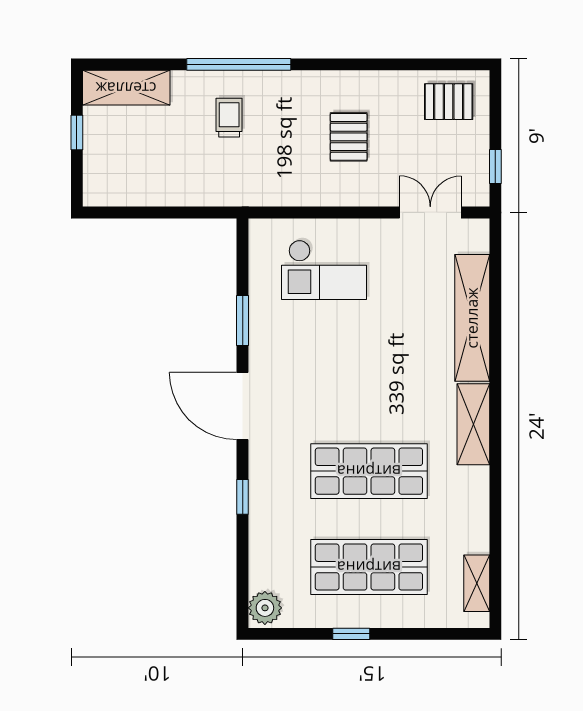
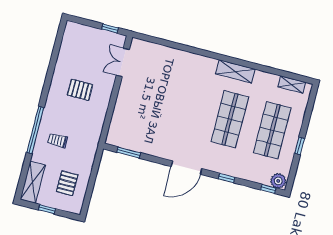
pallet: (449, 102) -> (67, 183), moved
checkout: (324, 270) -> (136, 116), removed
shelving: (472, 318) -> (174, 56), removed
window: (243, 320) -> (129, 152), moved
shelving: (473, 424) -> (235, 72), moved
window: (243, 591) -> (268, 189), added

